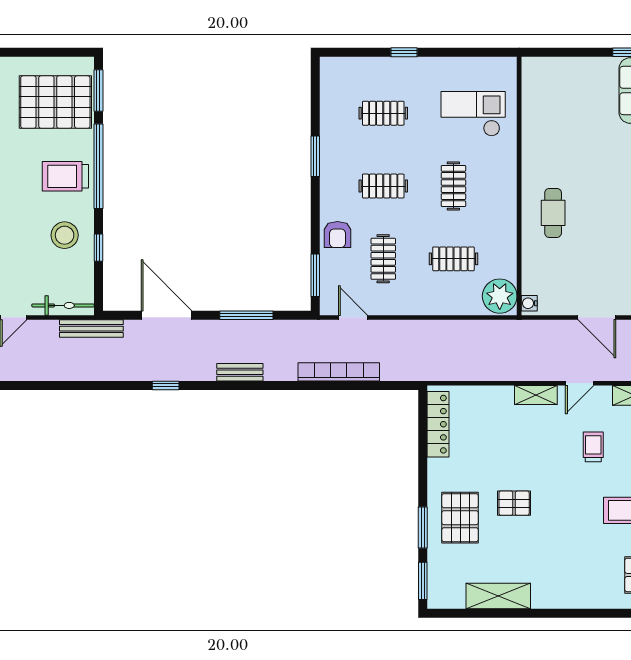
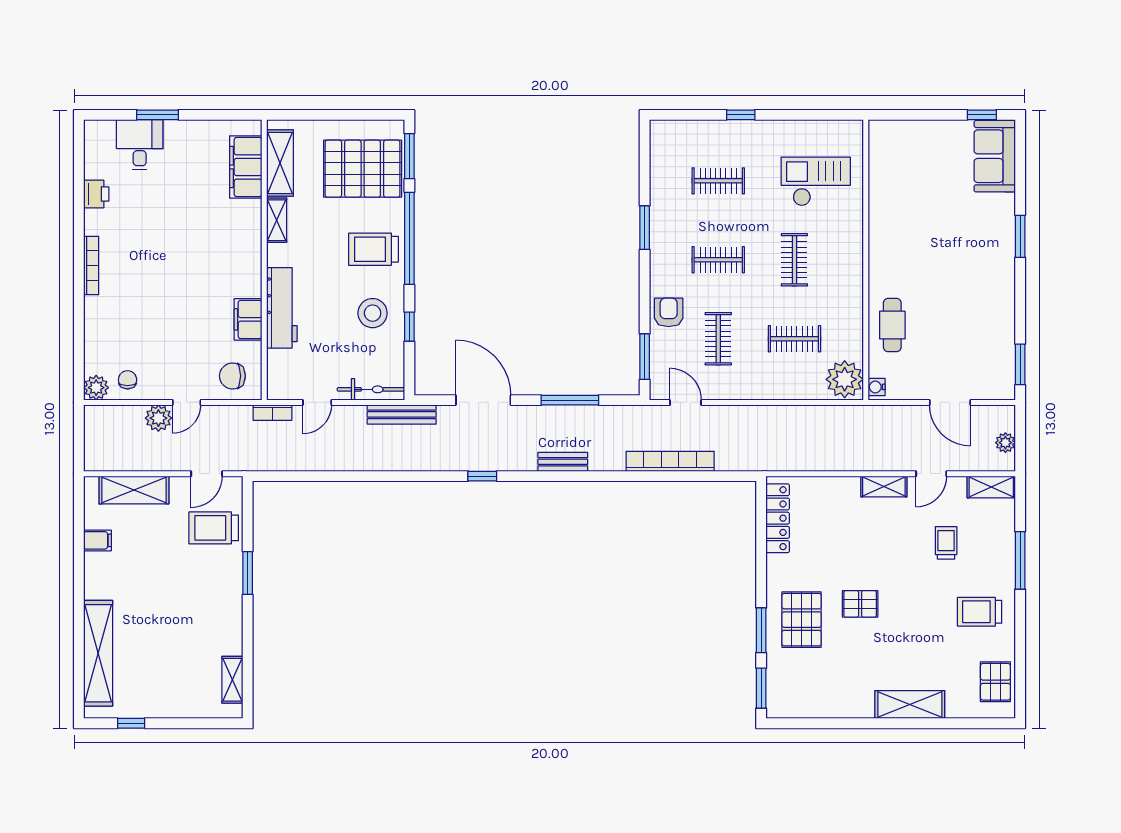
cafe table: (553, 213) -> (892, 325), moved
armchair: (337, 235) -> (669, 312), turned 180
shelving: (498, 596) -> (910, 705), moved

